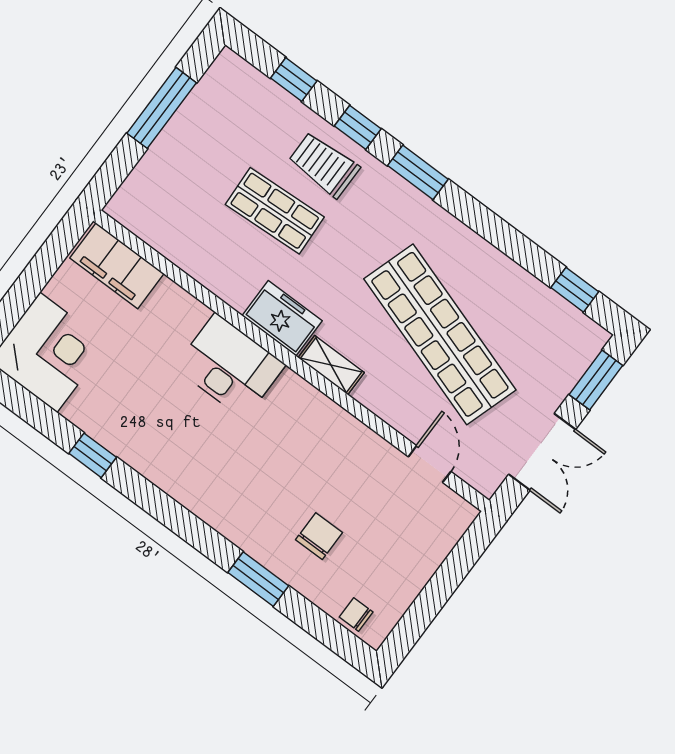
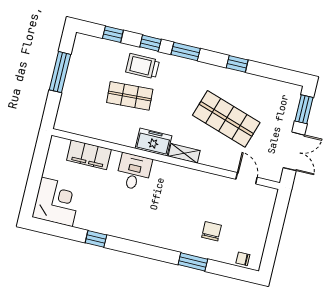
filing cabinet: (117, 266) -> (89, 155), moved
window: (575, 290) -> (237, 64), moved
shop shelf: (440, 334) -> (226, 119), width x0.71
desk: (230, 366) -> (134, 172), width x0.73

